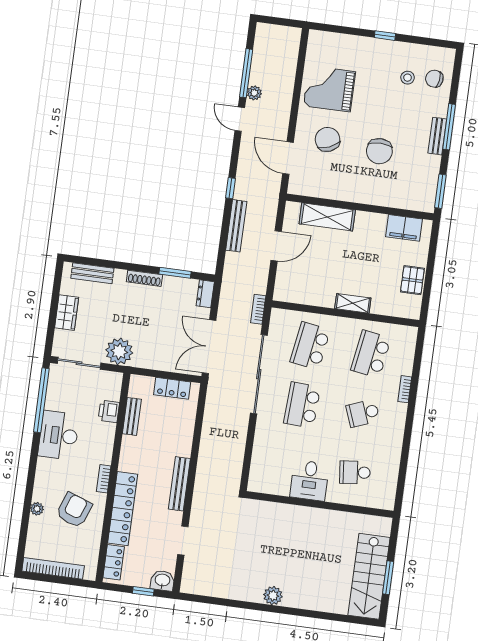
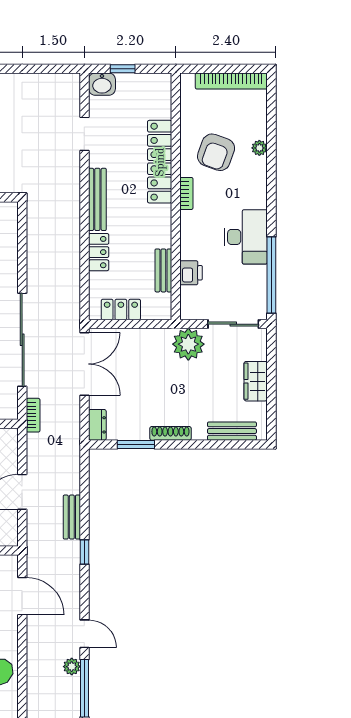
bench: (236, 226) -> (72, 517), width x0.73
locker: (114, 562) -> (99, 252), moved, turned 180

